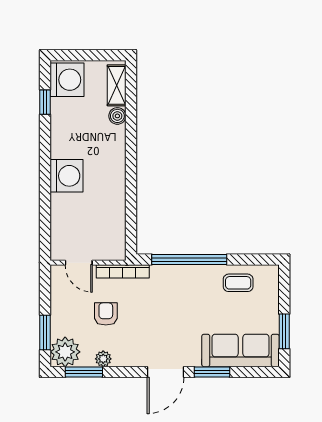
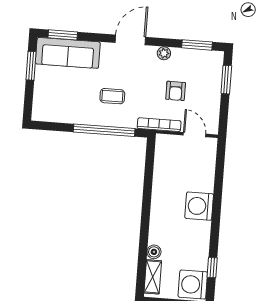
coffee table: (238, 283) -> (112, 96), moved
plant: (65, 352) -> (211, 62), removed
plant: (103, 359) -> (164, 53), moved
window: (212, 372) -> (63, 35), moved

